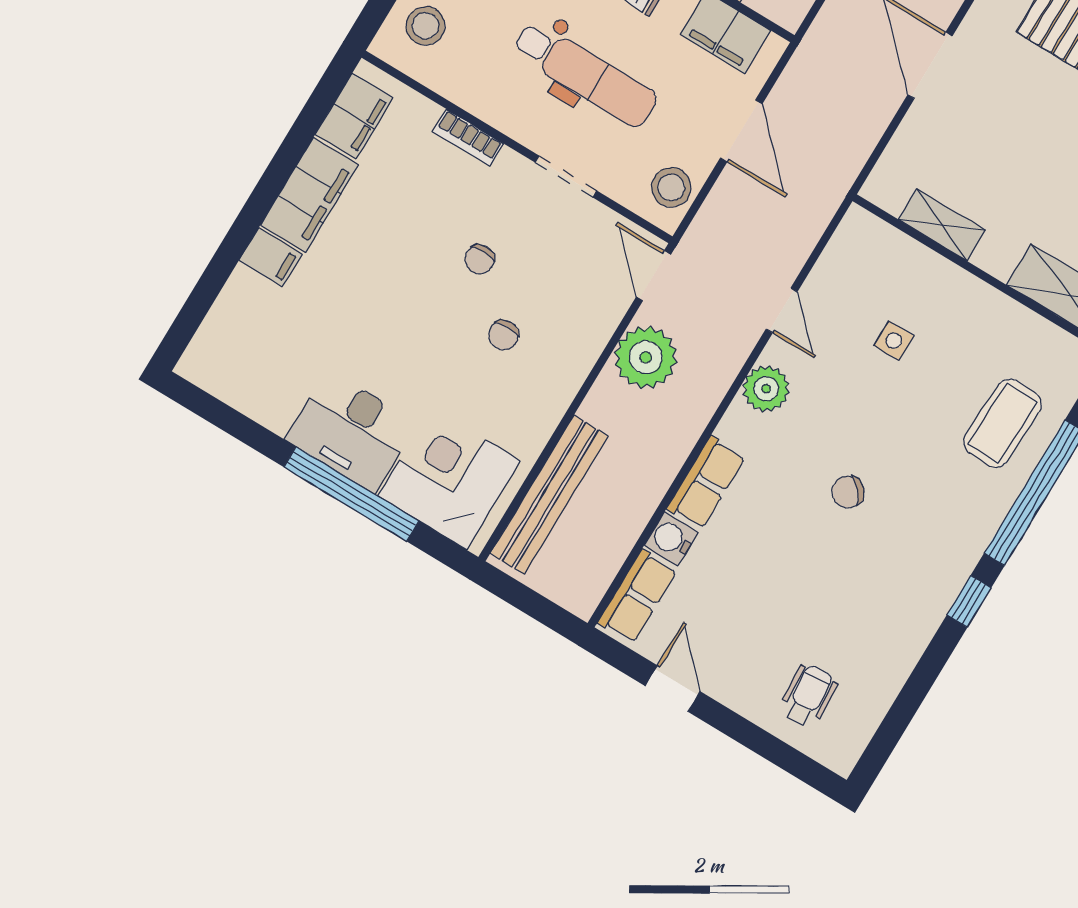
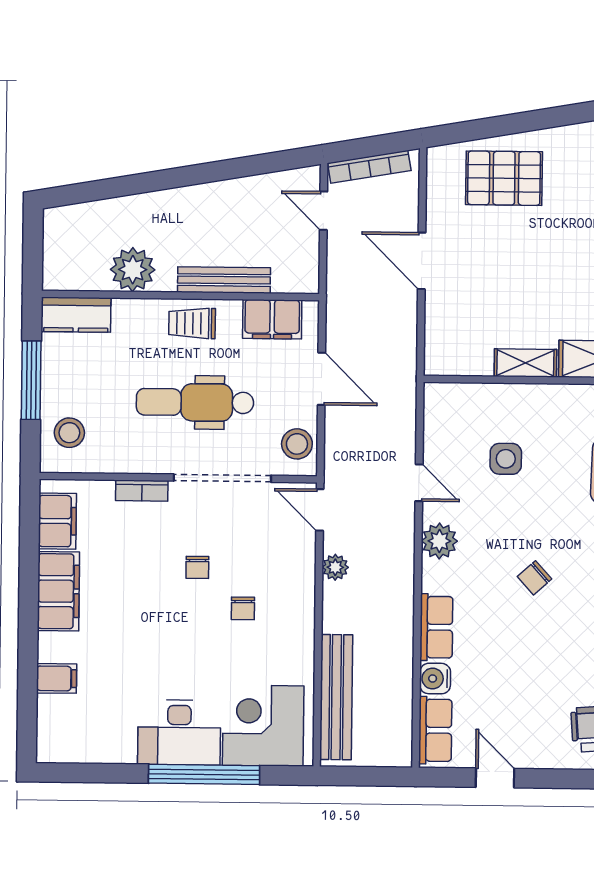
dental chair: (585, 74) -> (195, 402), turned 180
doorway: (566, 177) -> (222, 478), width x1.87
shelving: (942, 225) -> (525, 363), moved
filing cabinet: (270, 257) -> (57, 678), moved
side table: (894, 341) -> (506, 459), width x1.37, depth x1.37
plant: (646, 357) -> (335, 567), width x0.53, depth x0.53

